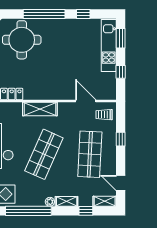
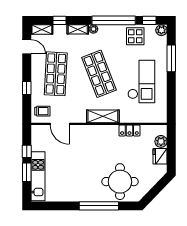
window: (83, 14) -> (62, 206), removed
window: (121, 38) -> (27, 172), moved
shop shelf: (44, 154) -> (99, 74), turned -45

